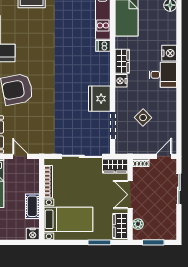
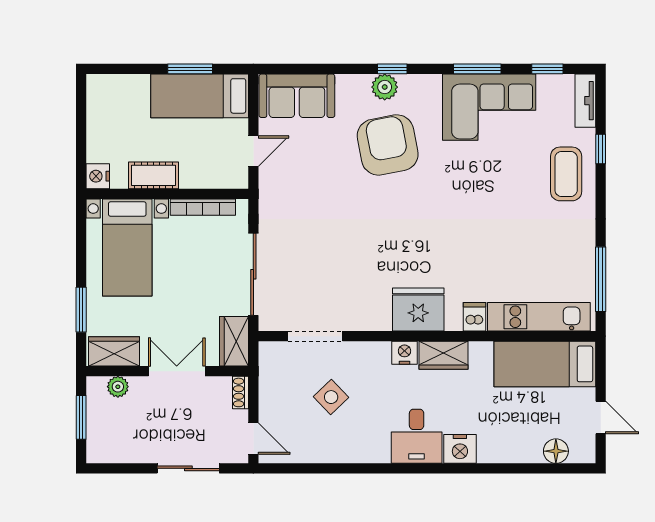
fridge: (99, 99) -> (418, 310), moved

